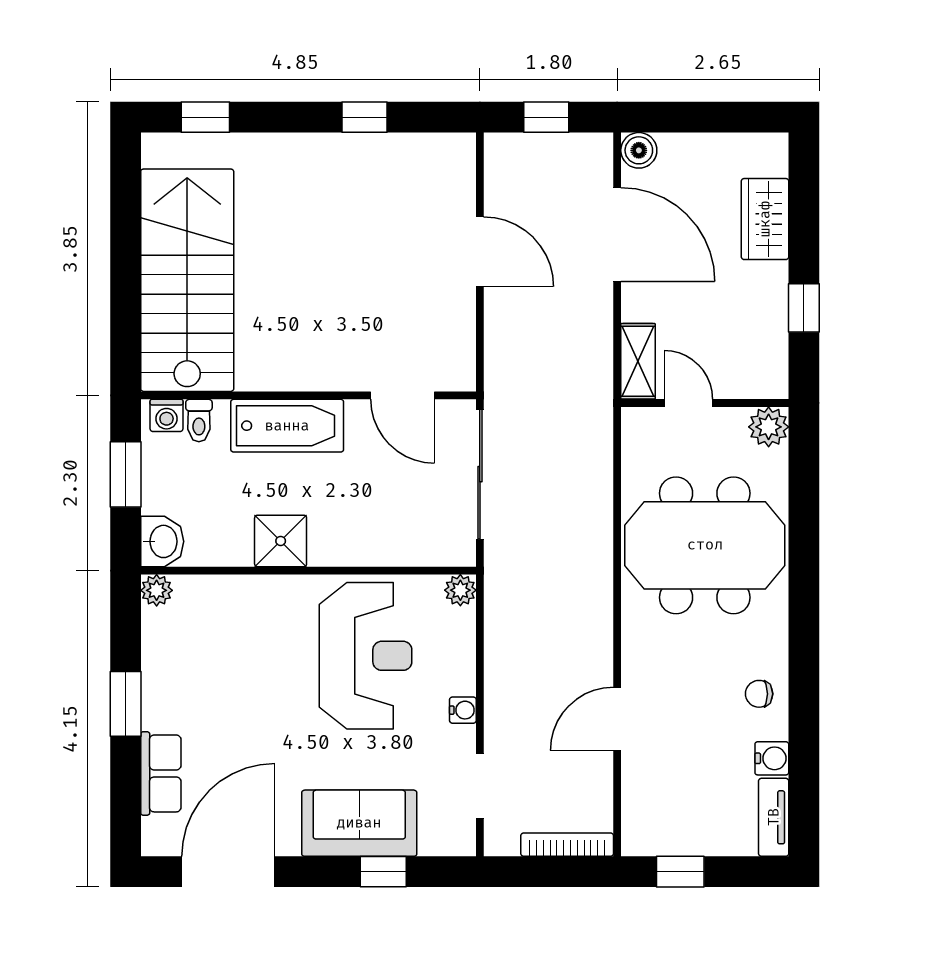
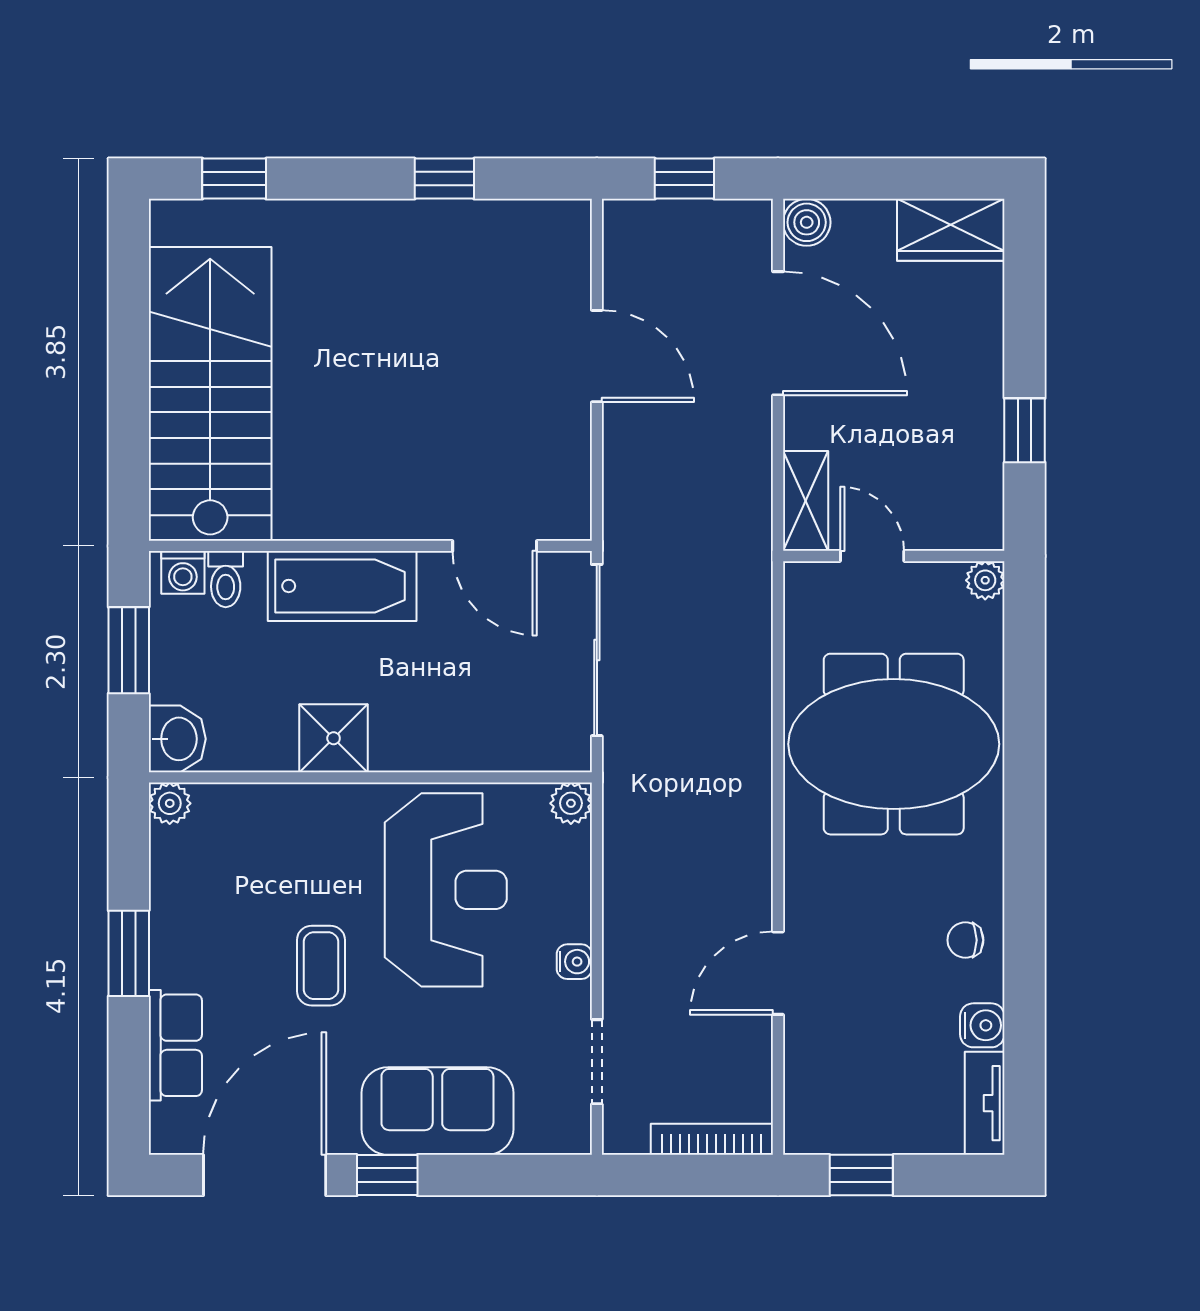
wardrobe: (765, 219) -> (951, 230), moved, turned -90
plant: (769, 427) -> (985, 580), width x0.73, depth x0.73
coffee table: (271, 713) -> (321, 966), added
window: (383, 872) -> (387, 1175), moved

